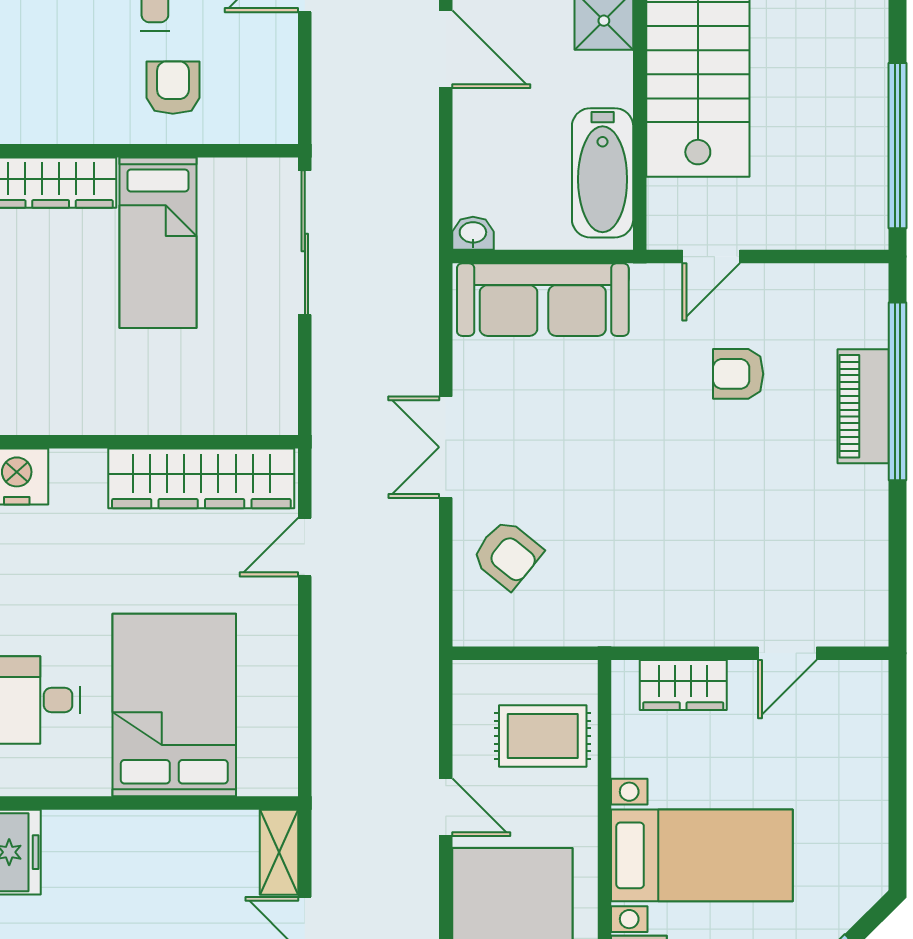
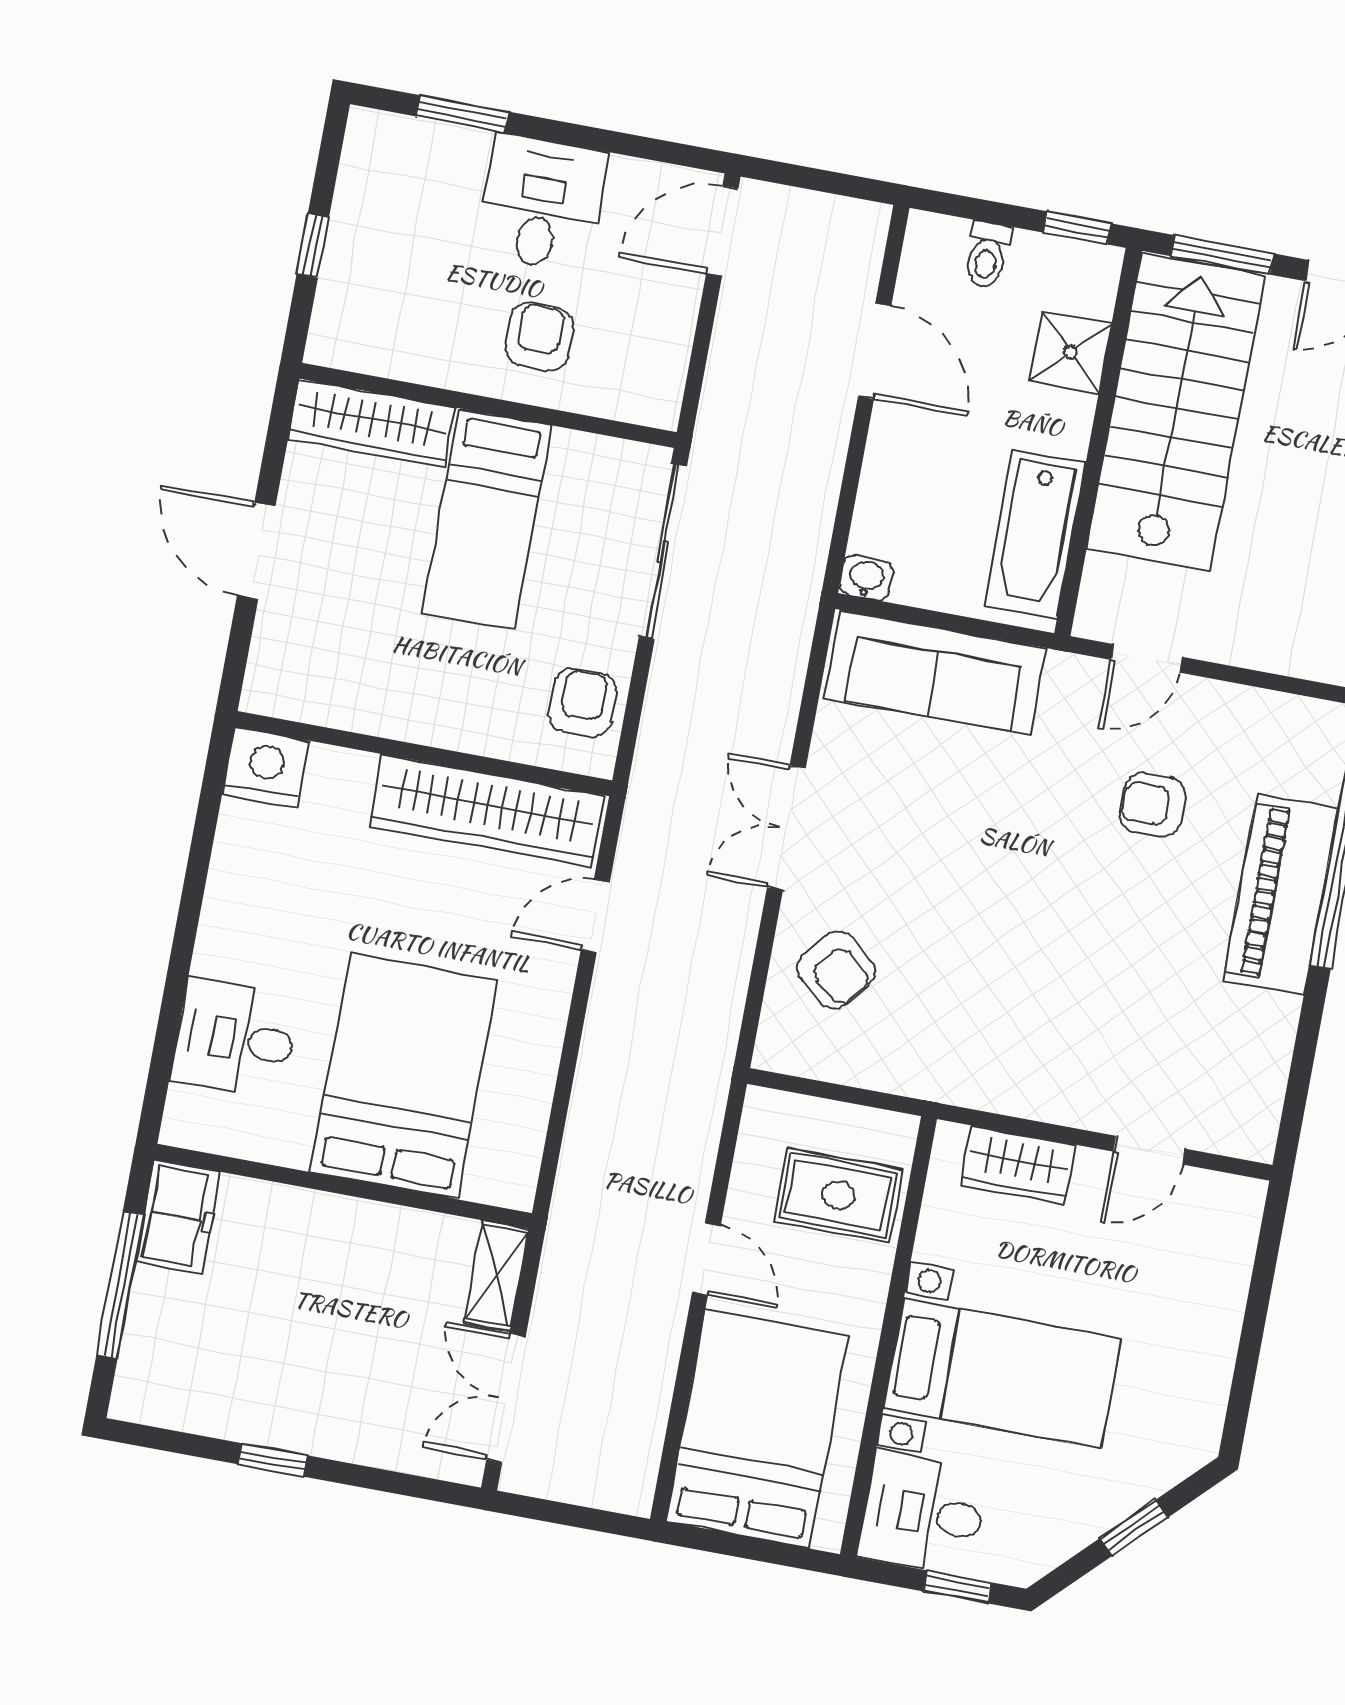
armchair: (263, 377) -> (583, 703), added
piano: (863, 406) -> (1281, 894), width x1.37, depth x1.33

